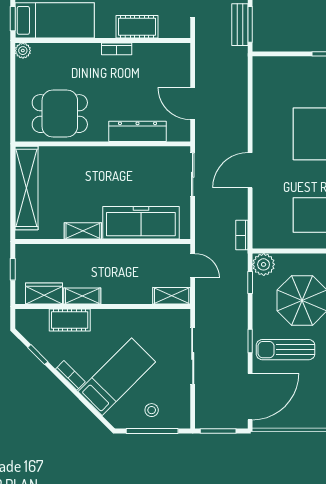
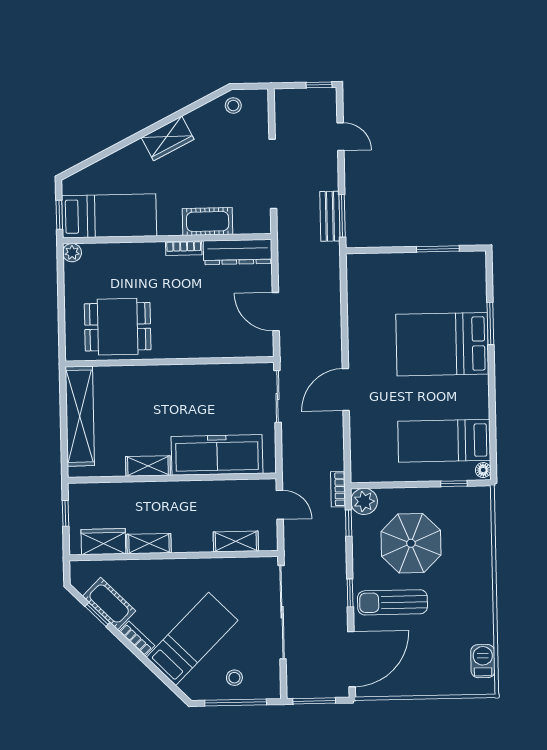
dresser: (138, 131) -> (238, 252), moved, turned 180
bookcase: (242, 235) -> (338, 489), moved
shelving: (172, 296) -> (236, 541), moved
cot: (70, 320) -> (109, 604), moved, turned 45
sliding door: (193, 356) -> (282, 612), width x1.36

